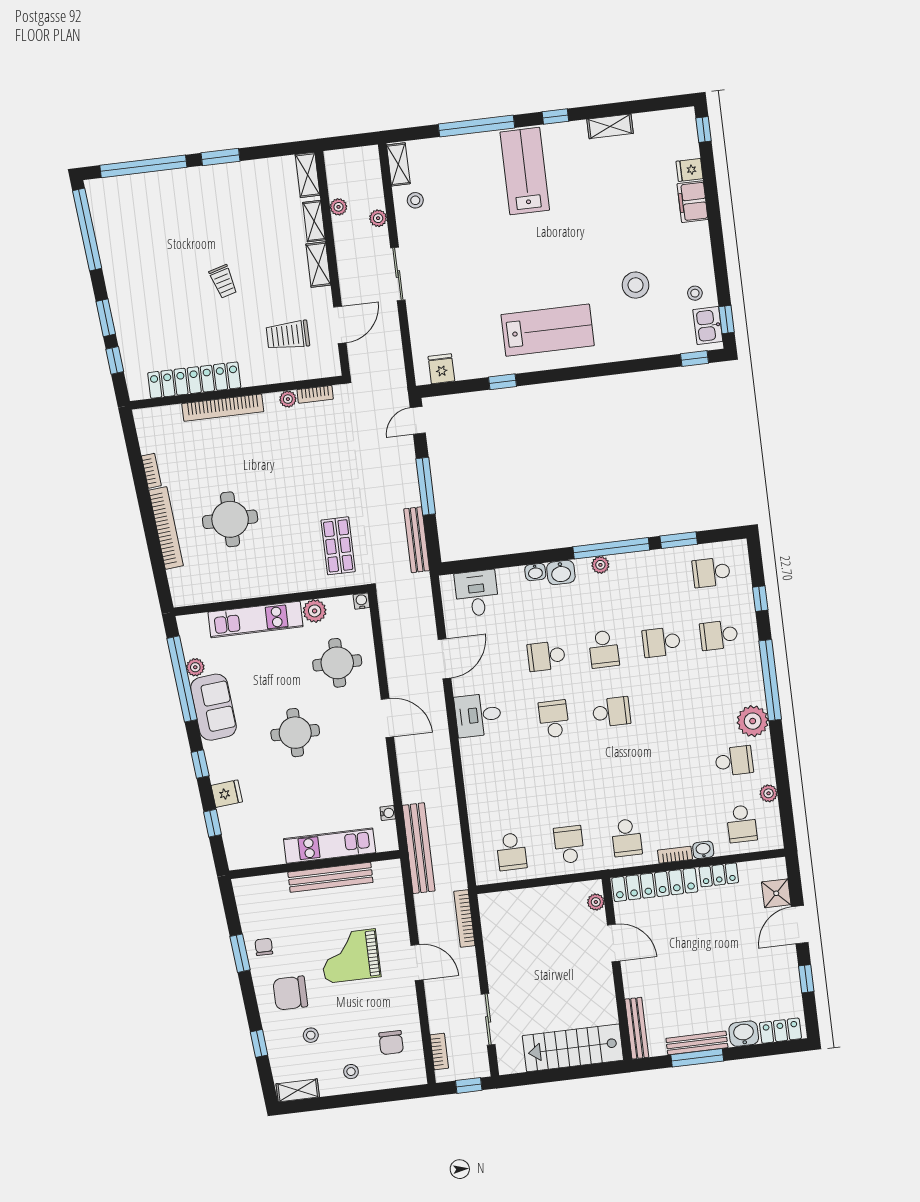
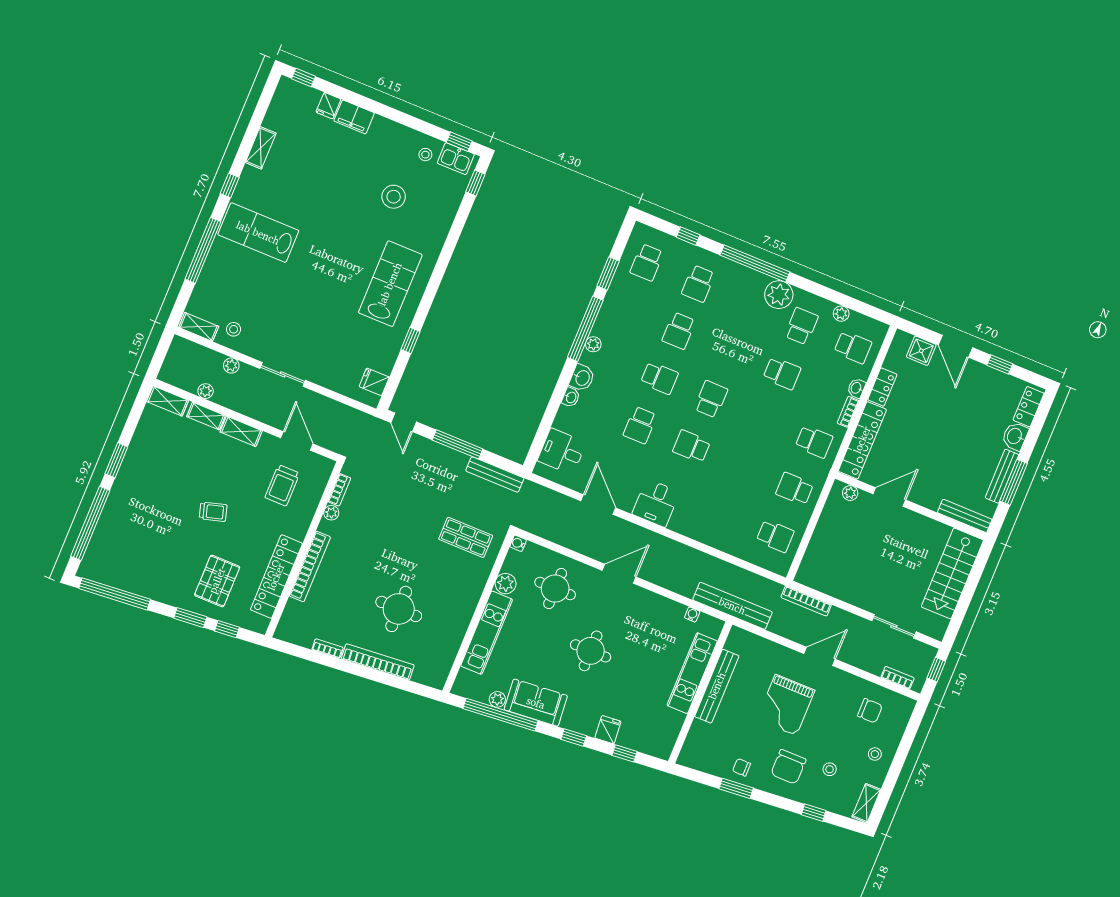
pallet: (157, 324) -> (217, 581), added
school desk: (677, 768) -> (782, 373), added

